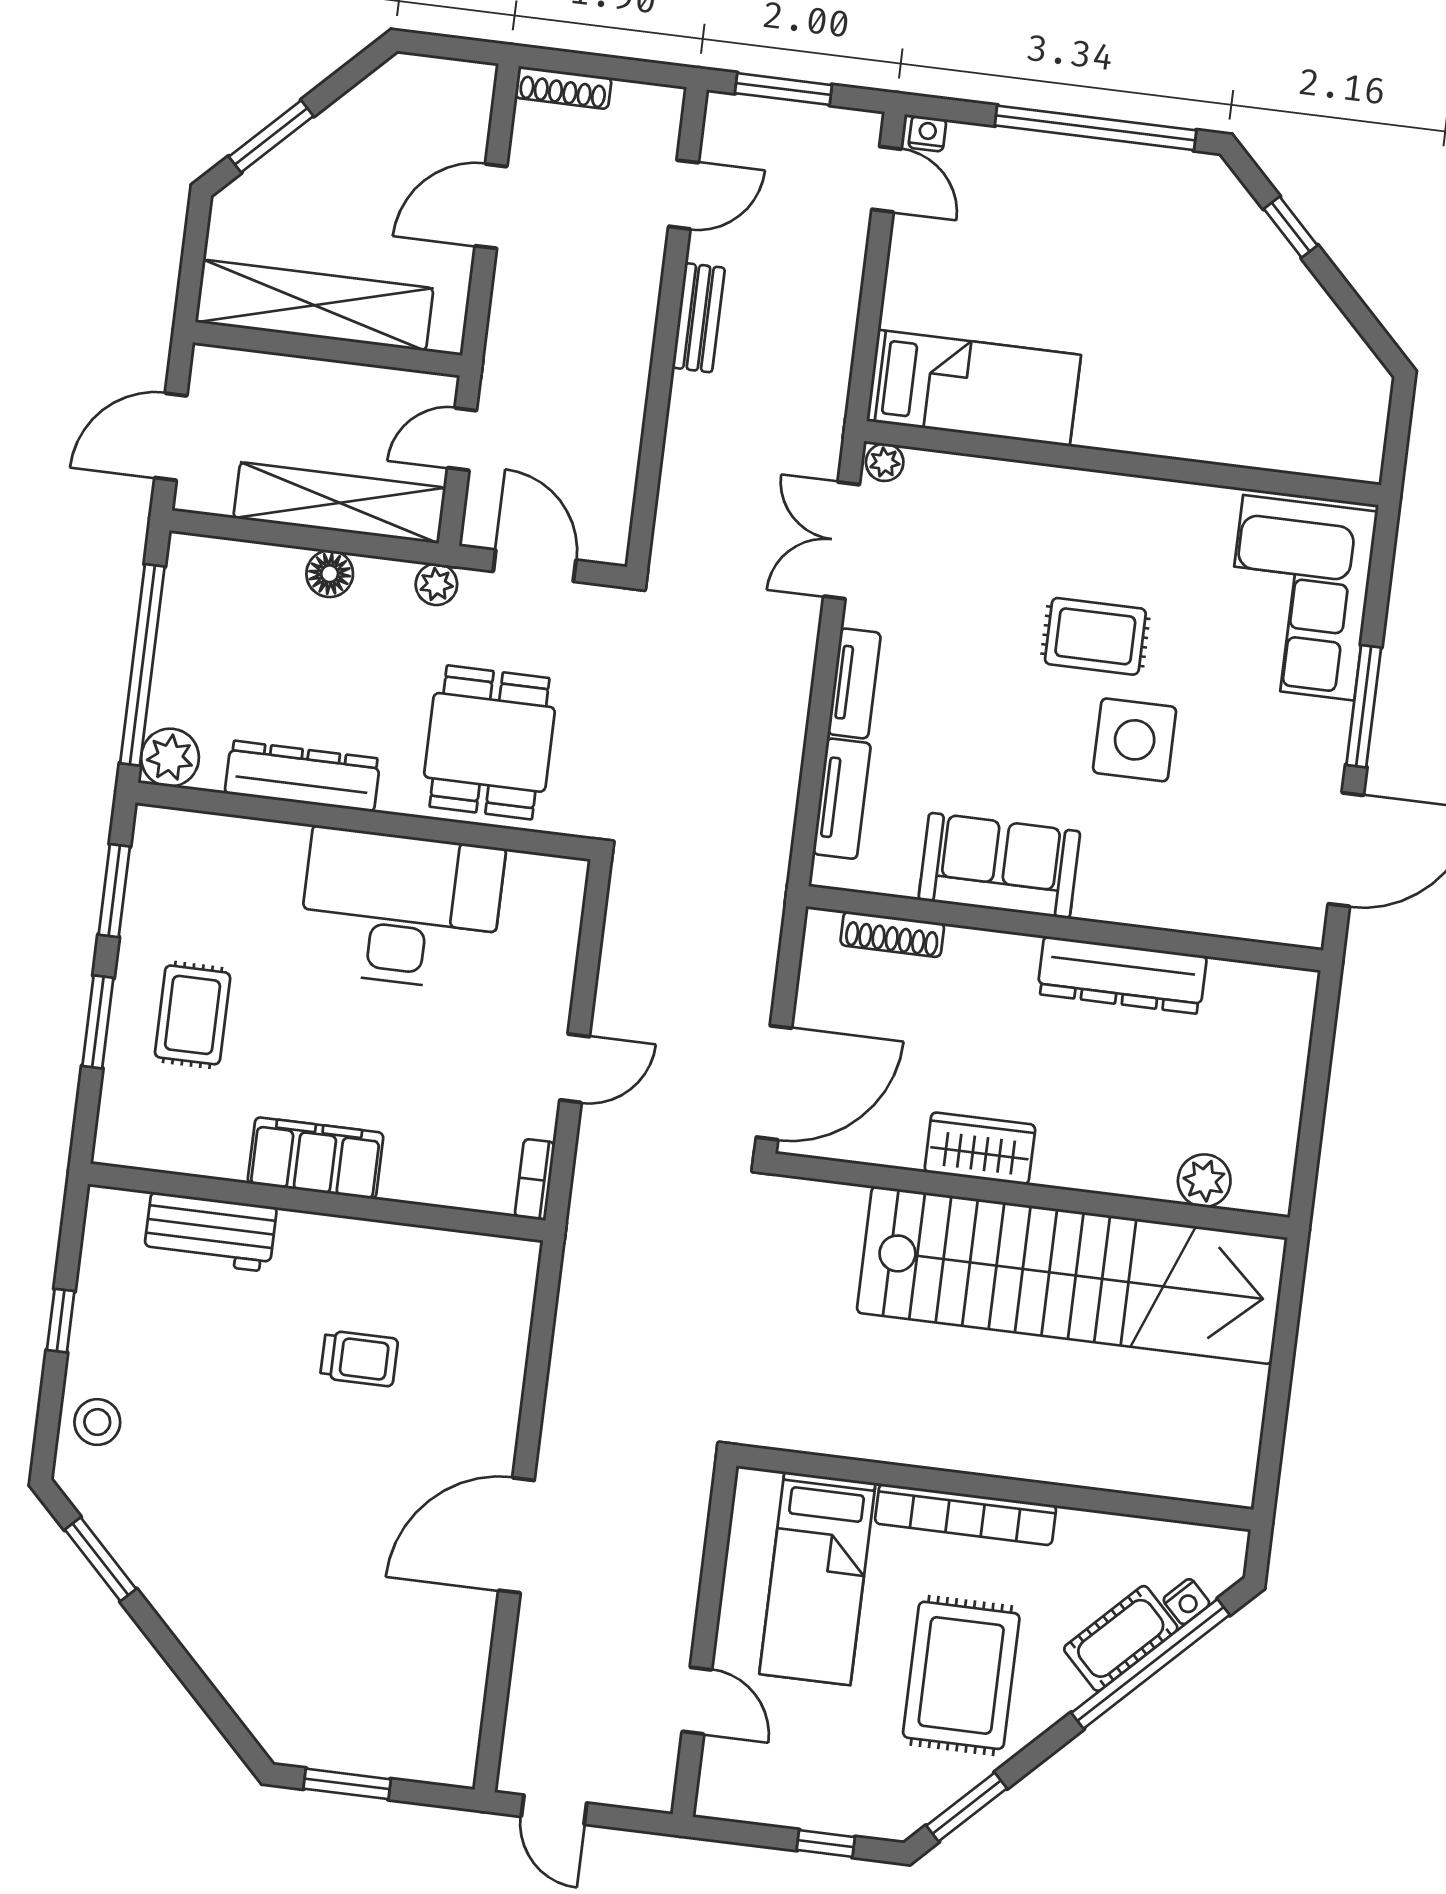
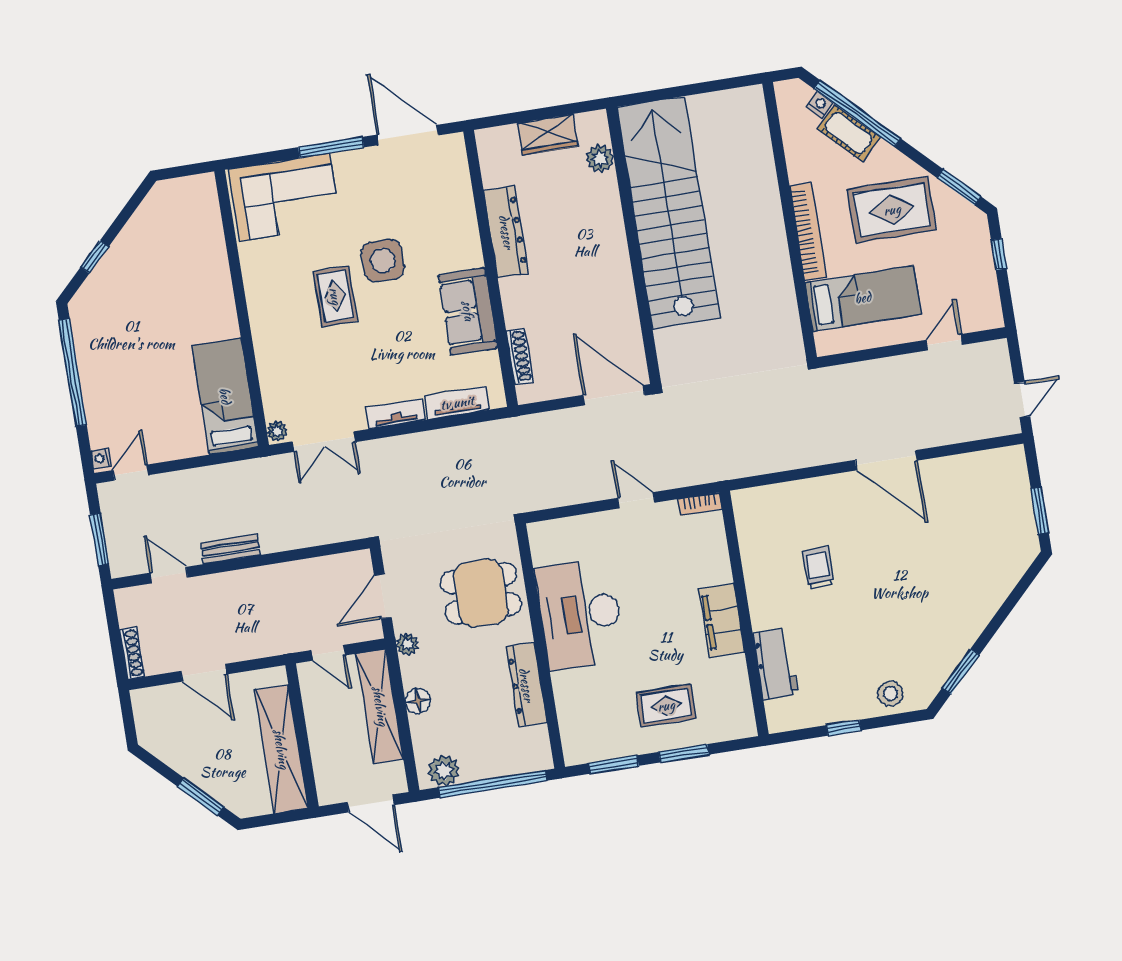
plant: (170, 758) -> (444, 771), moved
wardrobe: (980, 1148) -> (548, 135), moved, turned -90

